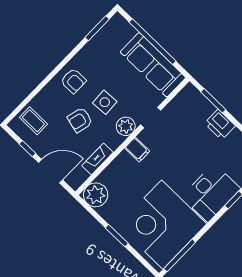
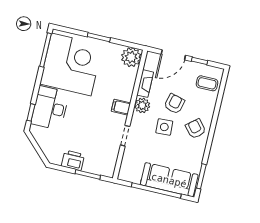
sofa: (153, 65) -> (169, 180), moved
armchair: (73, 81) -> (196, 129), turned 50
plant: (126, 126) -> (142, 105), moved

